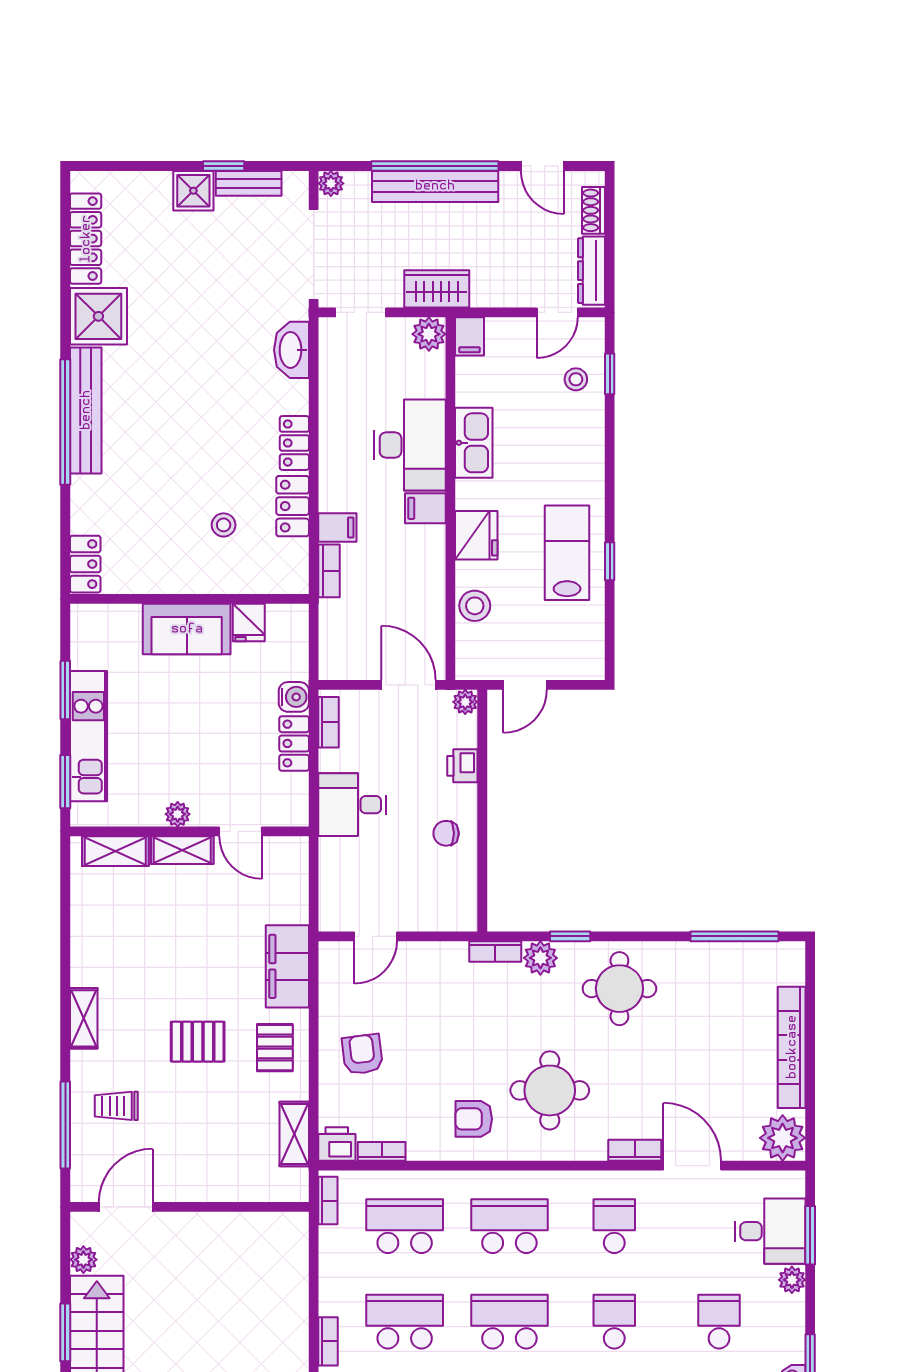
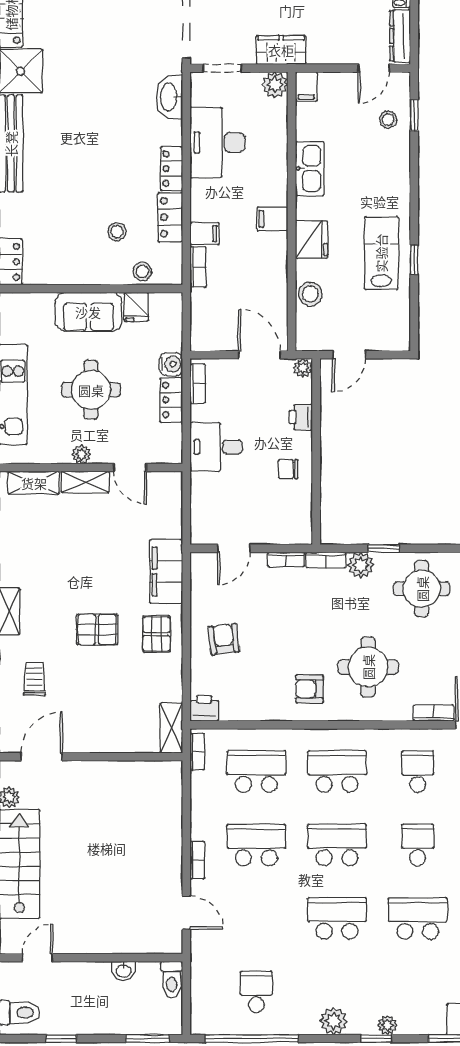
desk: (410, 445) -> (217, 142), moved, turned 180
stool: (257, 576) -> (142, 271), added
round table: (190, 730) -> (91, 390), added
trolley: (116, 1106) -> (34, 679), turned 90
shelving: (294, 1134) -> (171, 728), moved
bookcase: (382, 1151) -> (286, 559), moved, turned 180

